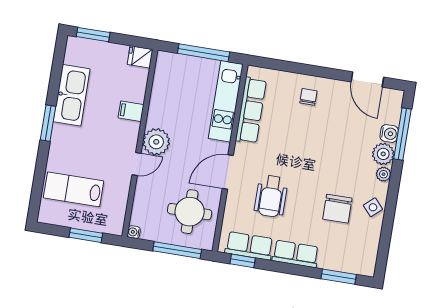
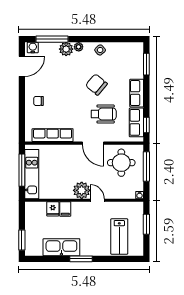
fridge: (140, 57) -> (53, 209), moved
kitchen unit: (226, 101) -> (32, 174), moved, turned -90
water cooler: (389, 134) -> (33, 48), moved
chair: (337, 209) -> (96, 85), moved, turned -140

